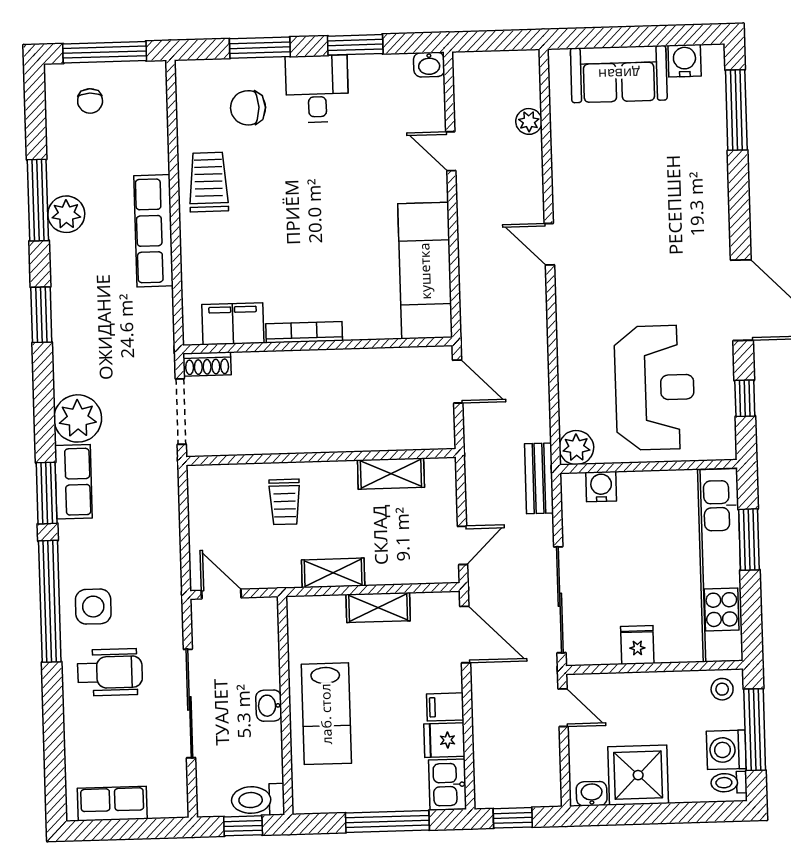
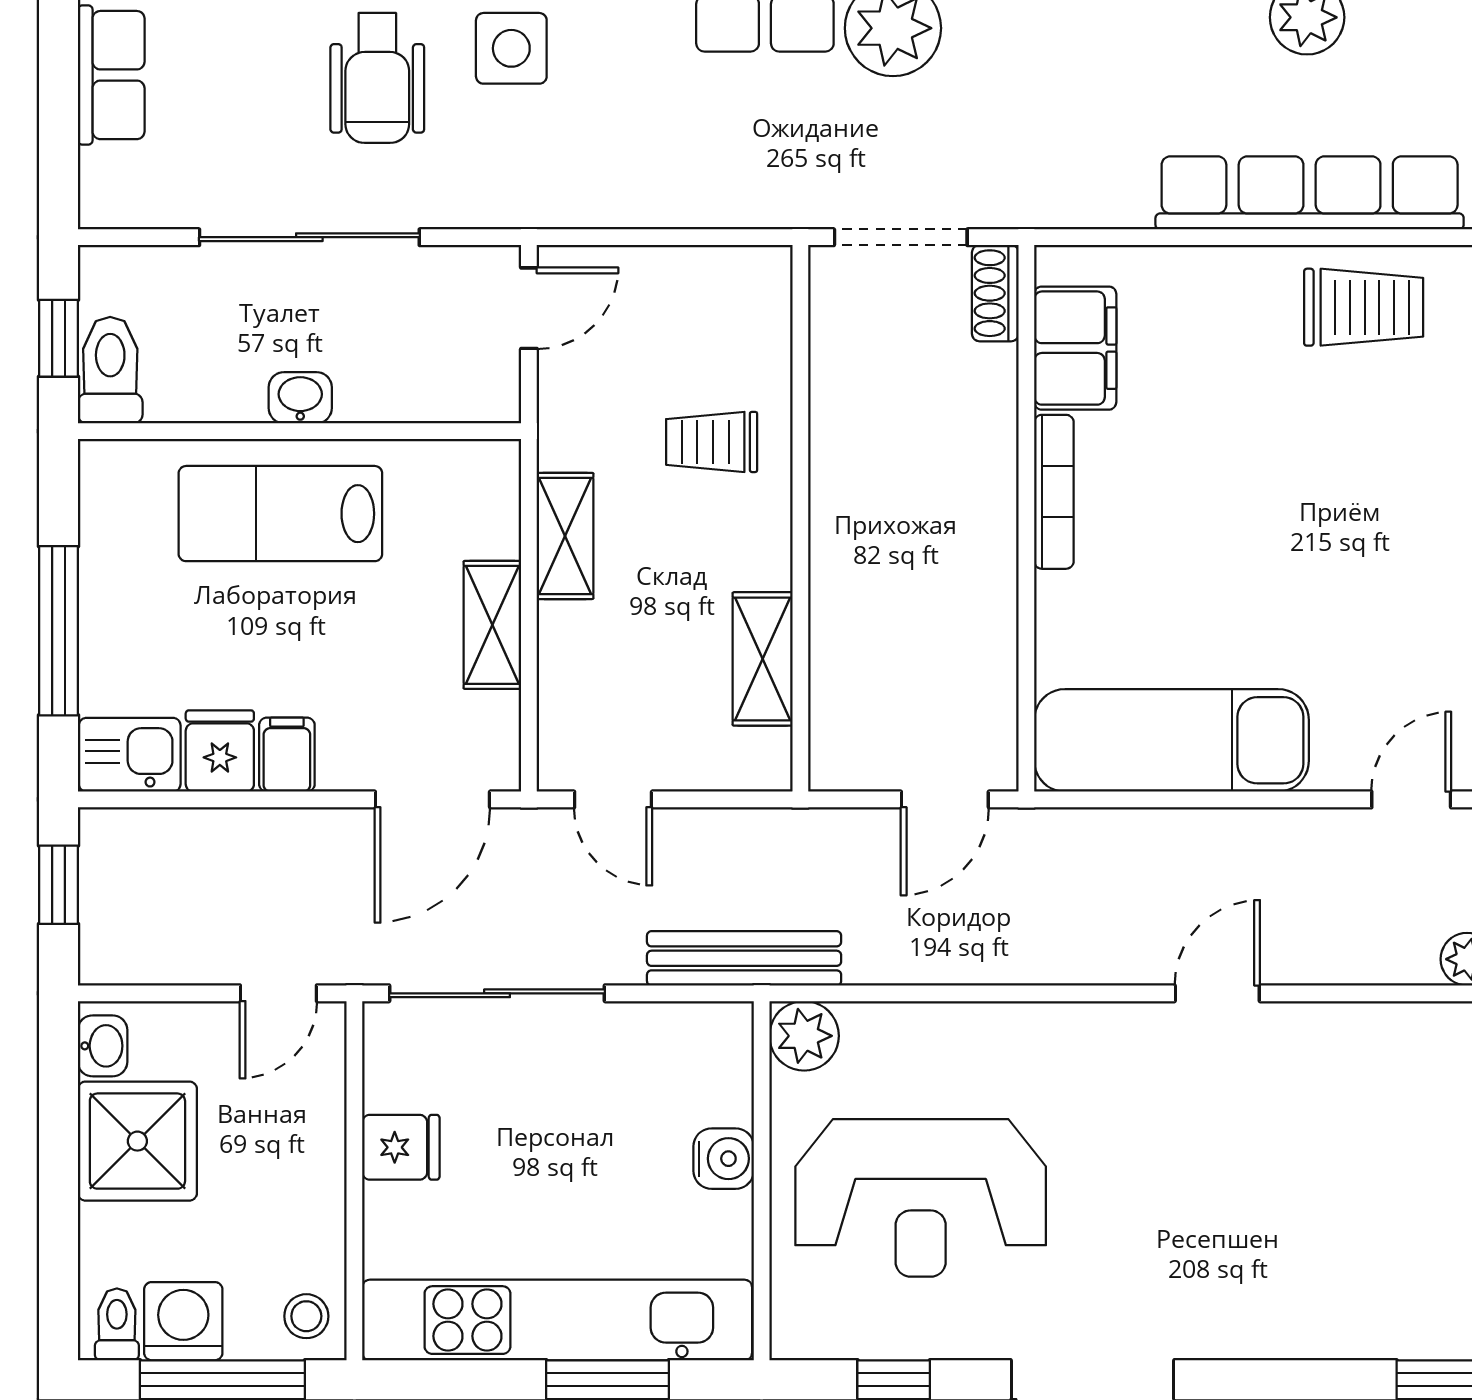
row of seats: (154, 231) -> (1310, 193), width x1.36
bench: (539, 478) -> (744, 958), width x1.36
water cooler: (601, 487) -> (724, 1159), moved

